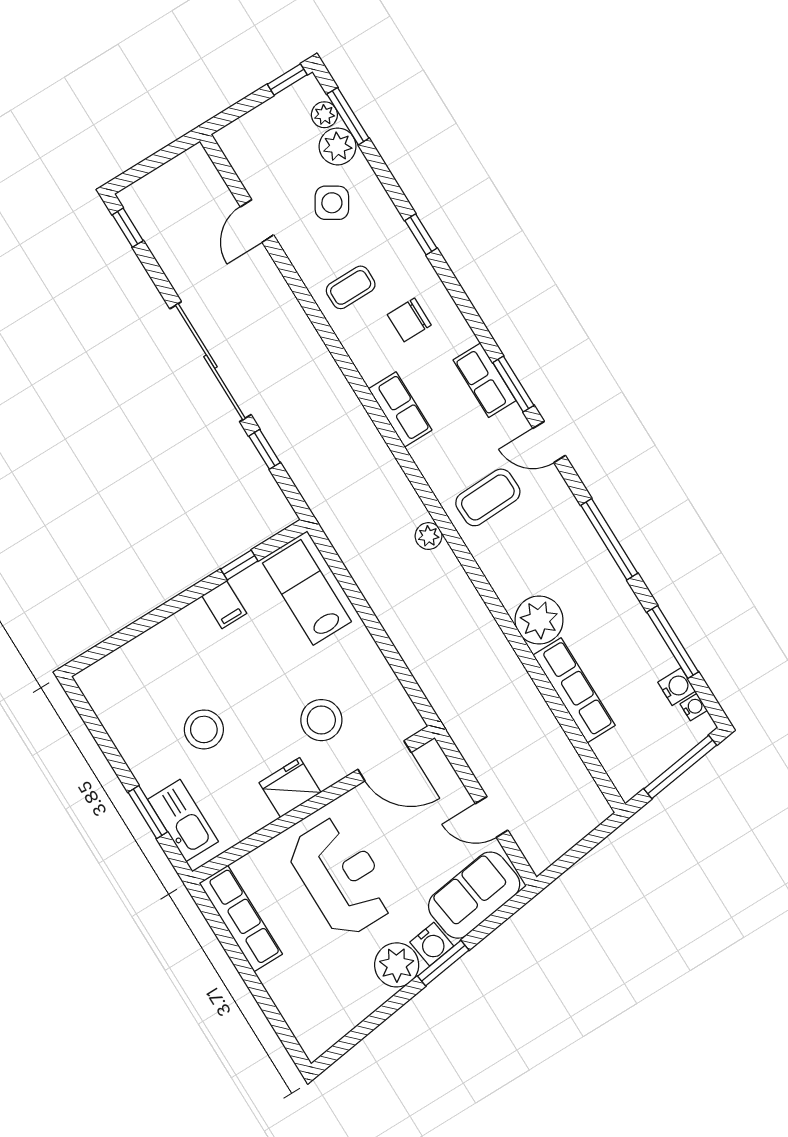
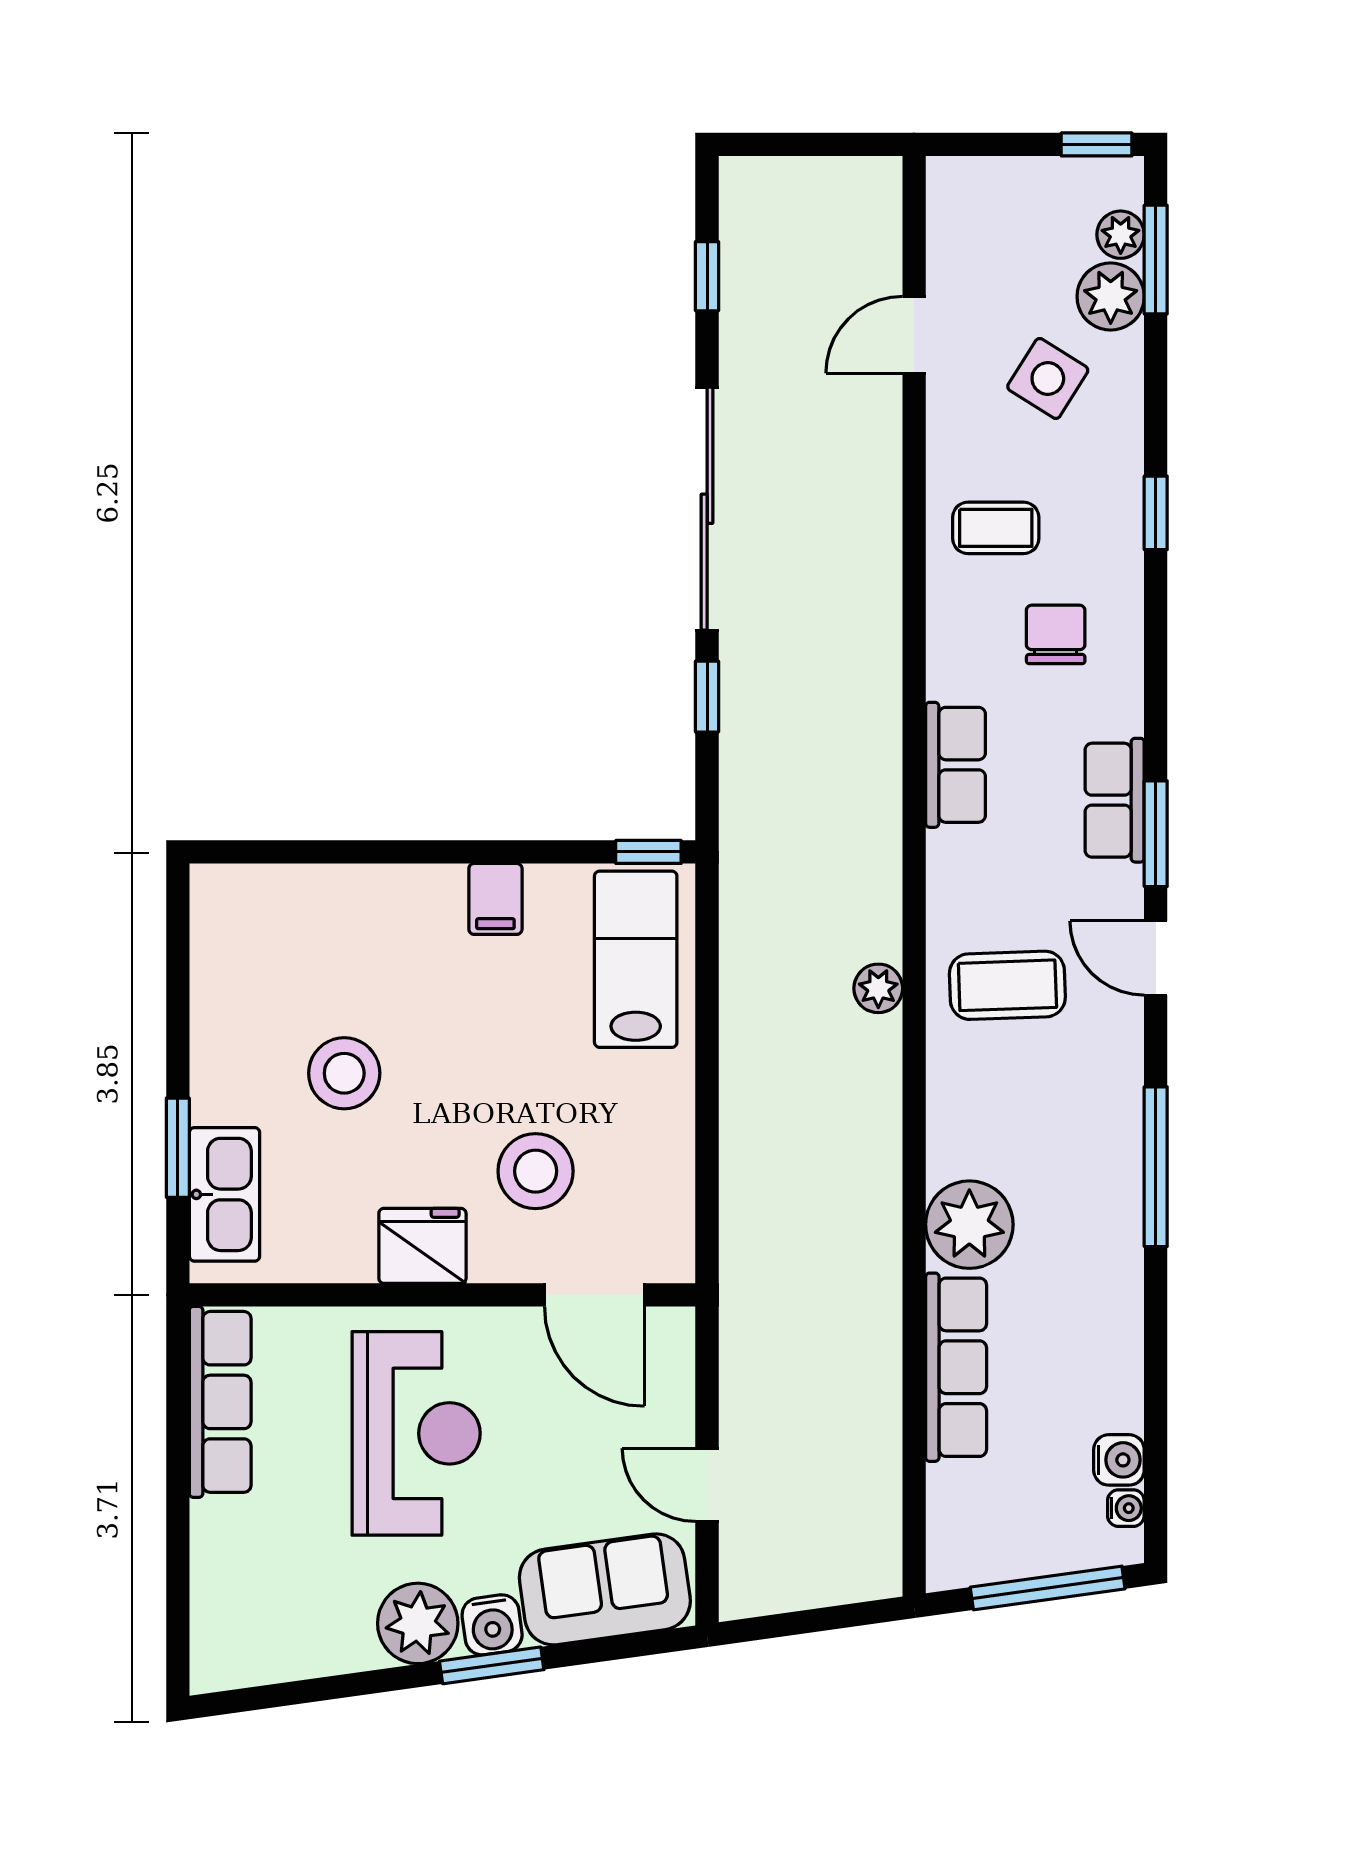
window: (128, 228) -> (707, 276), moved
chair: (409, 320) -> (1056, 634), turned 90
window: (239, 565) -> (648, 852), moved
window: (673, 642) -> (1156, 1387), removed

